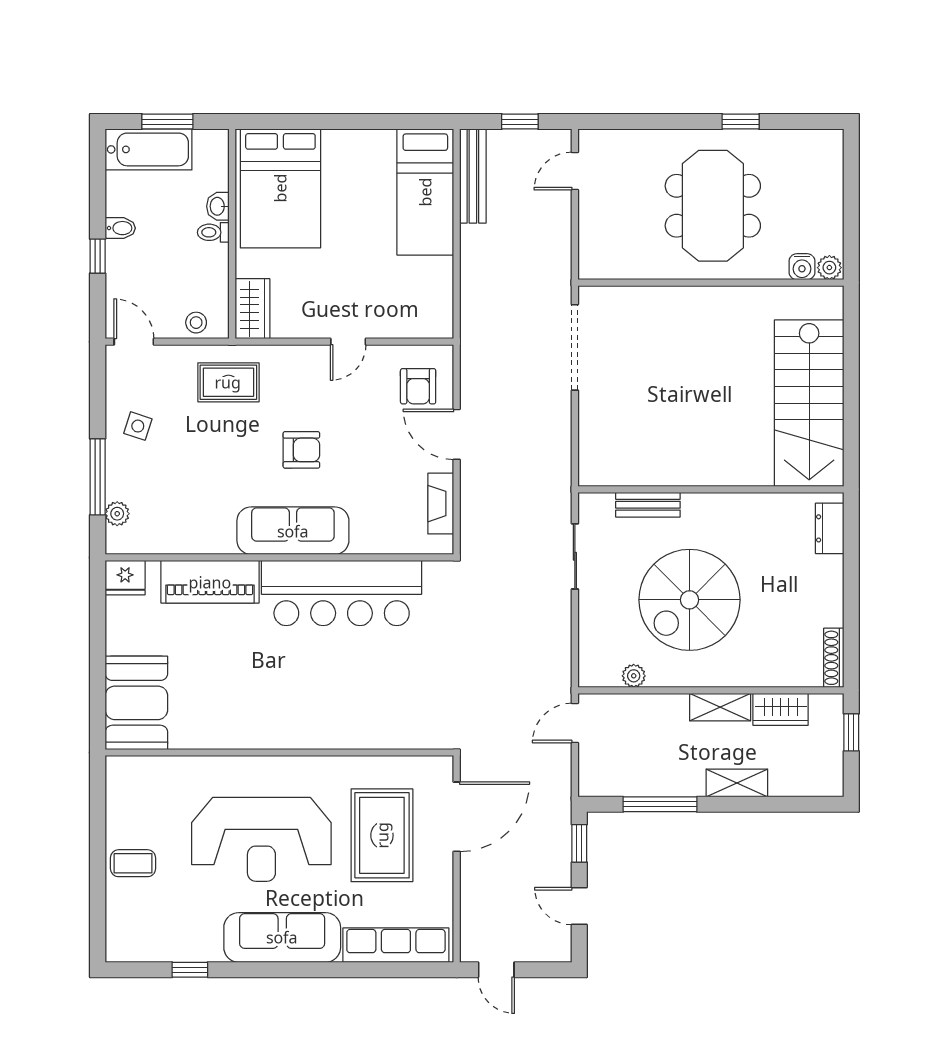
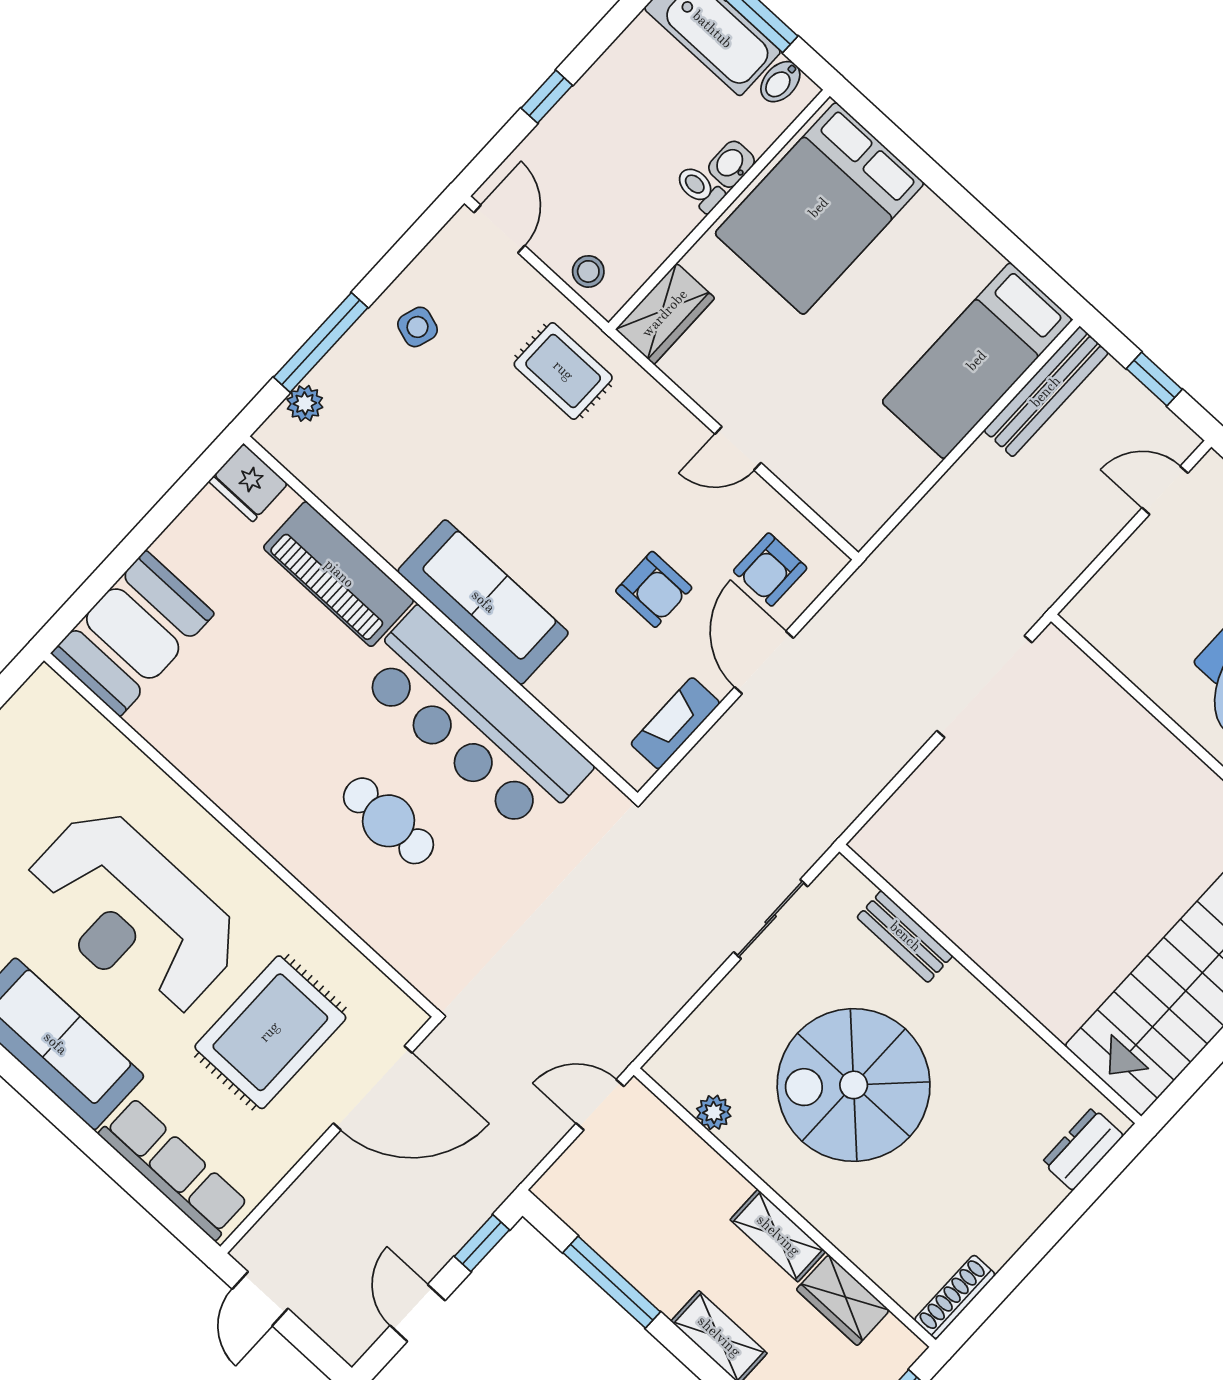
bidet: (120, 228) -> (780, 82), moved, turned 90
armchair: (301, 450) -> (654, 589), moved
cafe table: (345, 679) -> (388, 821), added

